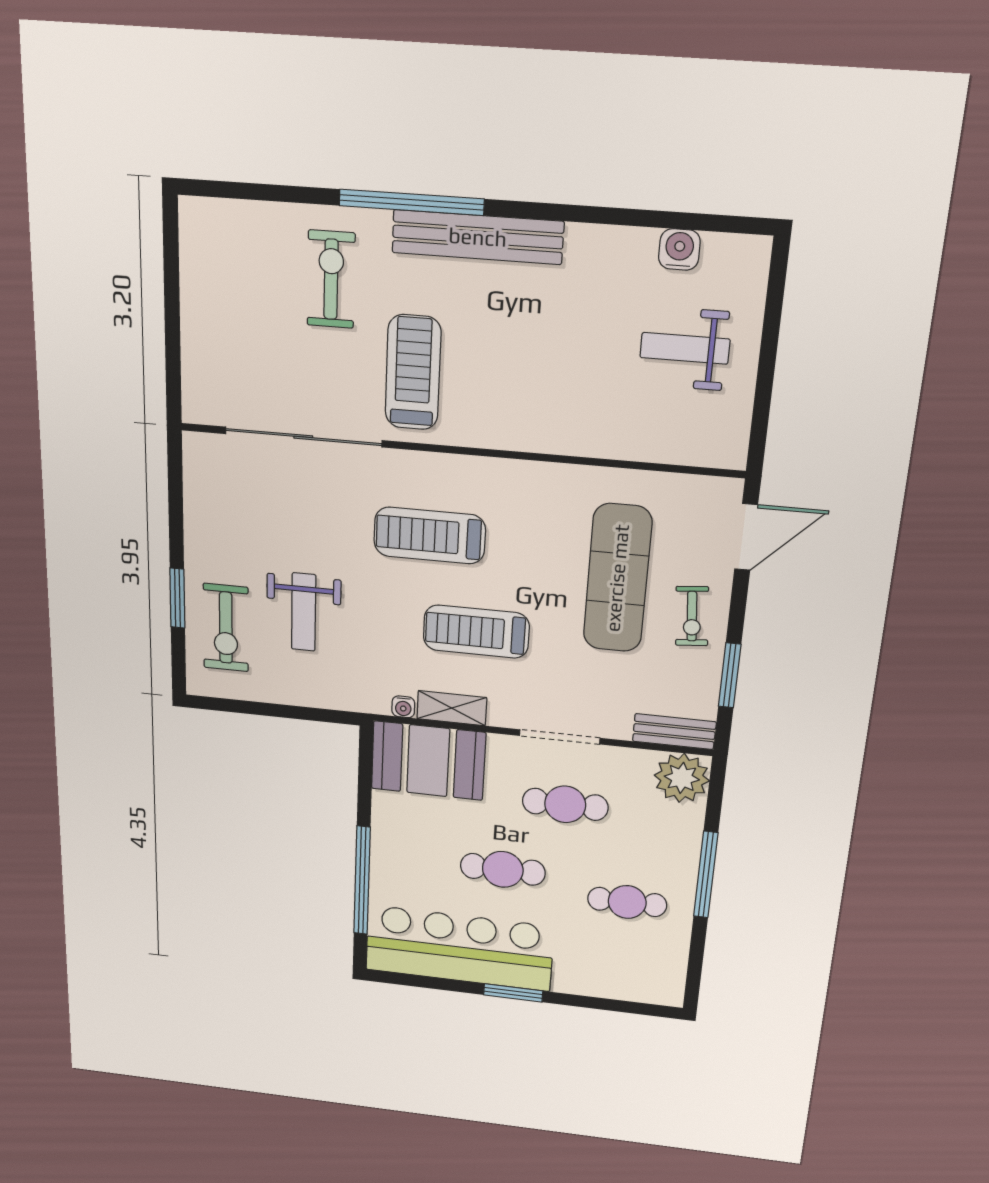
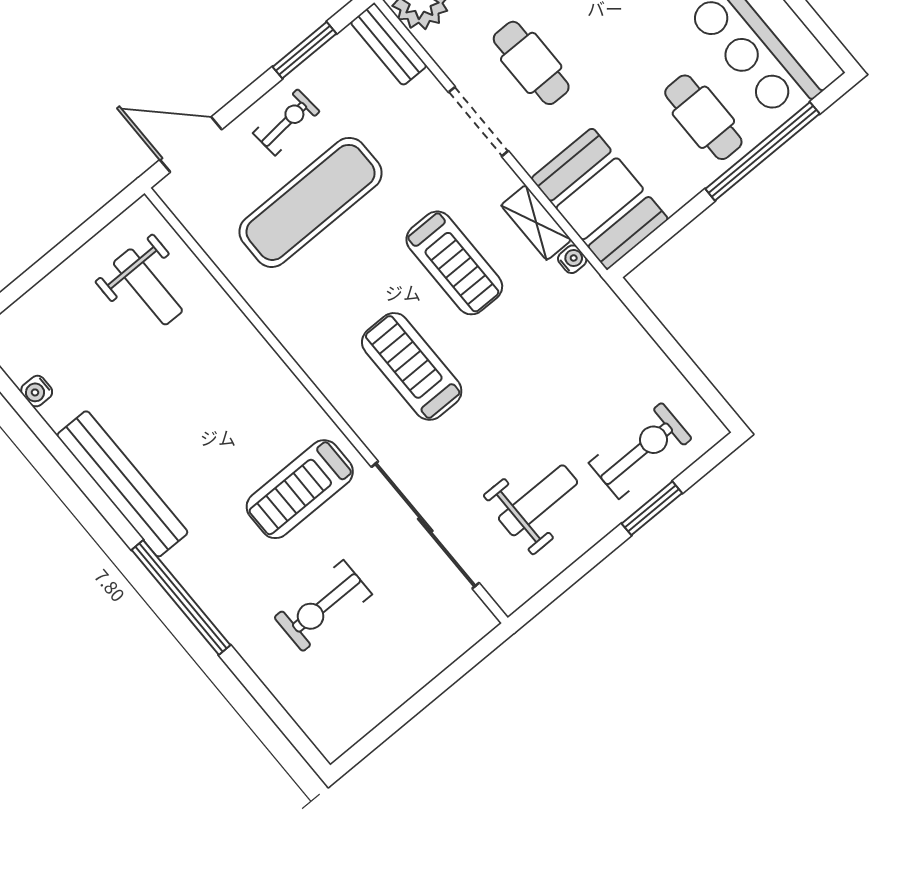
bench: (478, 237) -> (122, 484), moved
water cooler: (679, 249) -> (37, 391), width x0.72, depth x0.72
exercise bike: (331, 279) -> (323, 606), moved
weight bench: (685, 348) -> (148, 287), moved
treadmill: (430, 535) -> (412, 366), turned 180
weight bench: (304, 612) -> (538, 500), moved
cafe table: (503, 869) -> (703, 117), moved

